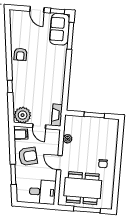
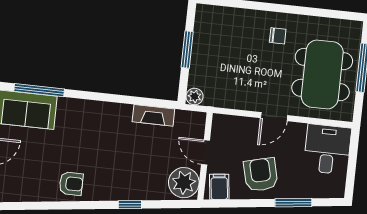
fireplace: (57, 115) -> (153, 115), moved
door: (39, 126) -> (205, 152), swing flipped
plant: (68, 139) -> (195, 96), moved

